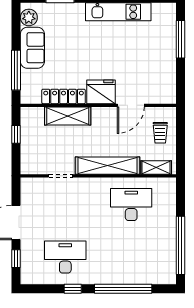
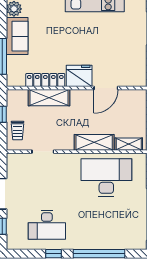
trolley: (160, 133) -> (17, 130), moved
shelving: (107, 166) -> (94, 142), width x0.68
desk: (131, 205) -> (106, 178), width x1.36, depth x1.30
desk: (65, 257) -> (47, 225), turned 180

